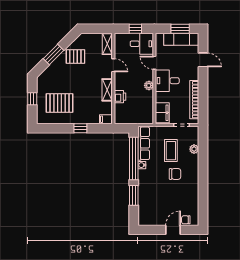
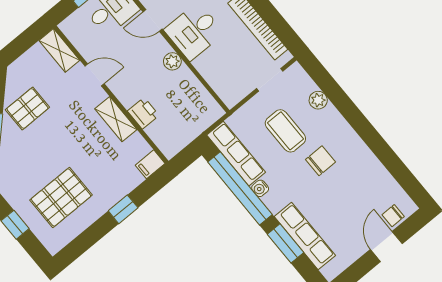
filing cabinet: (162, 113) -> (226, 85), removed
row of seats: (144, 199) -> (305, 236), added

